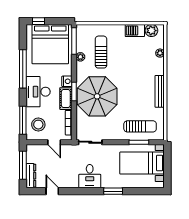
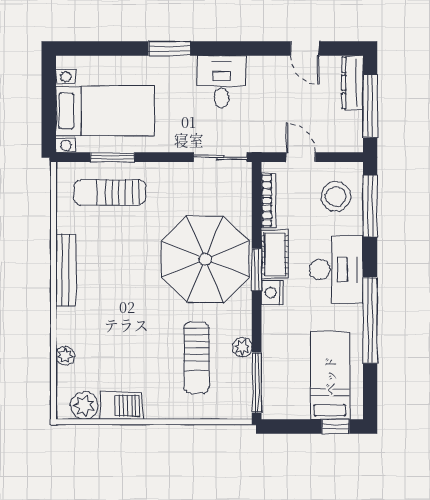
bed: (50, 44) -> (330, 376), width x0.49

